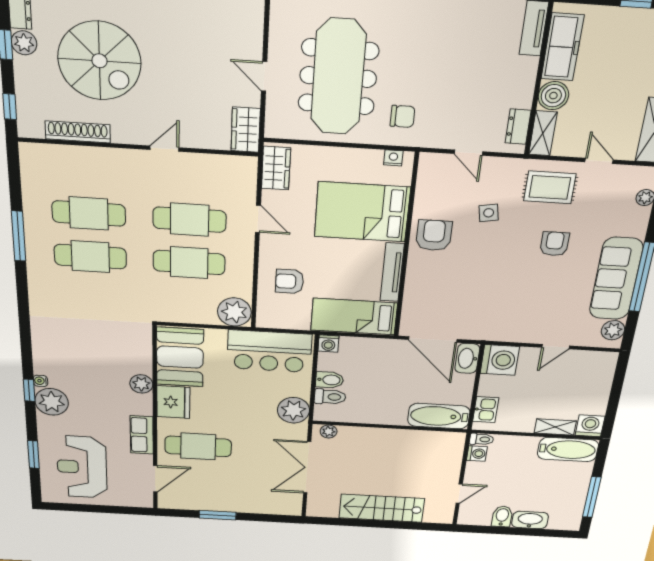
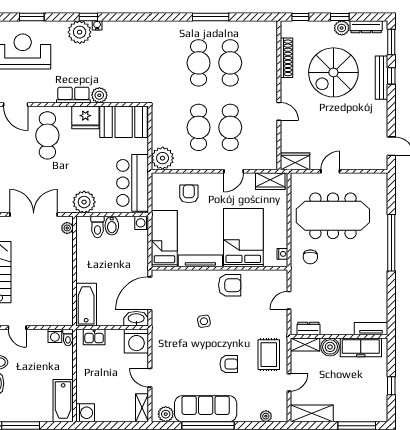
side table: (489, 213) -> (204, 321), moved
shelving: (555, 427) -> (142, 408), moved
row of seats: (142, 435) -> (73, 95), moved

